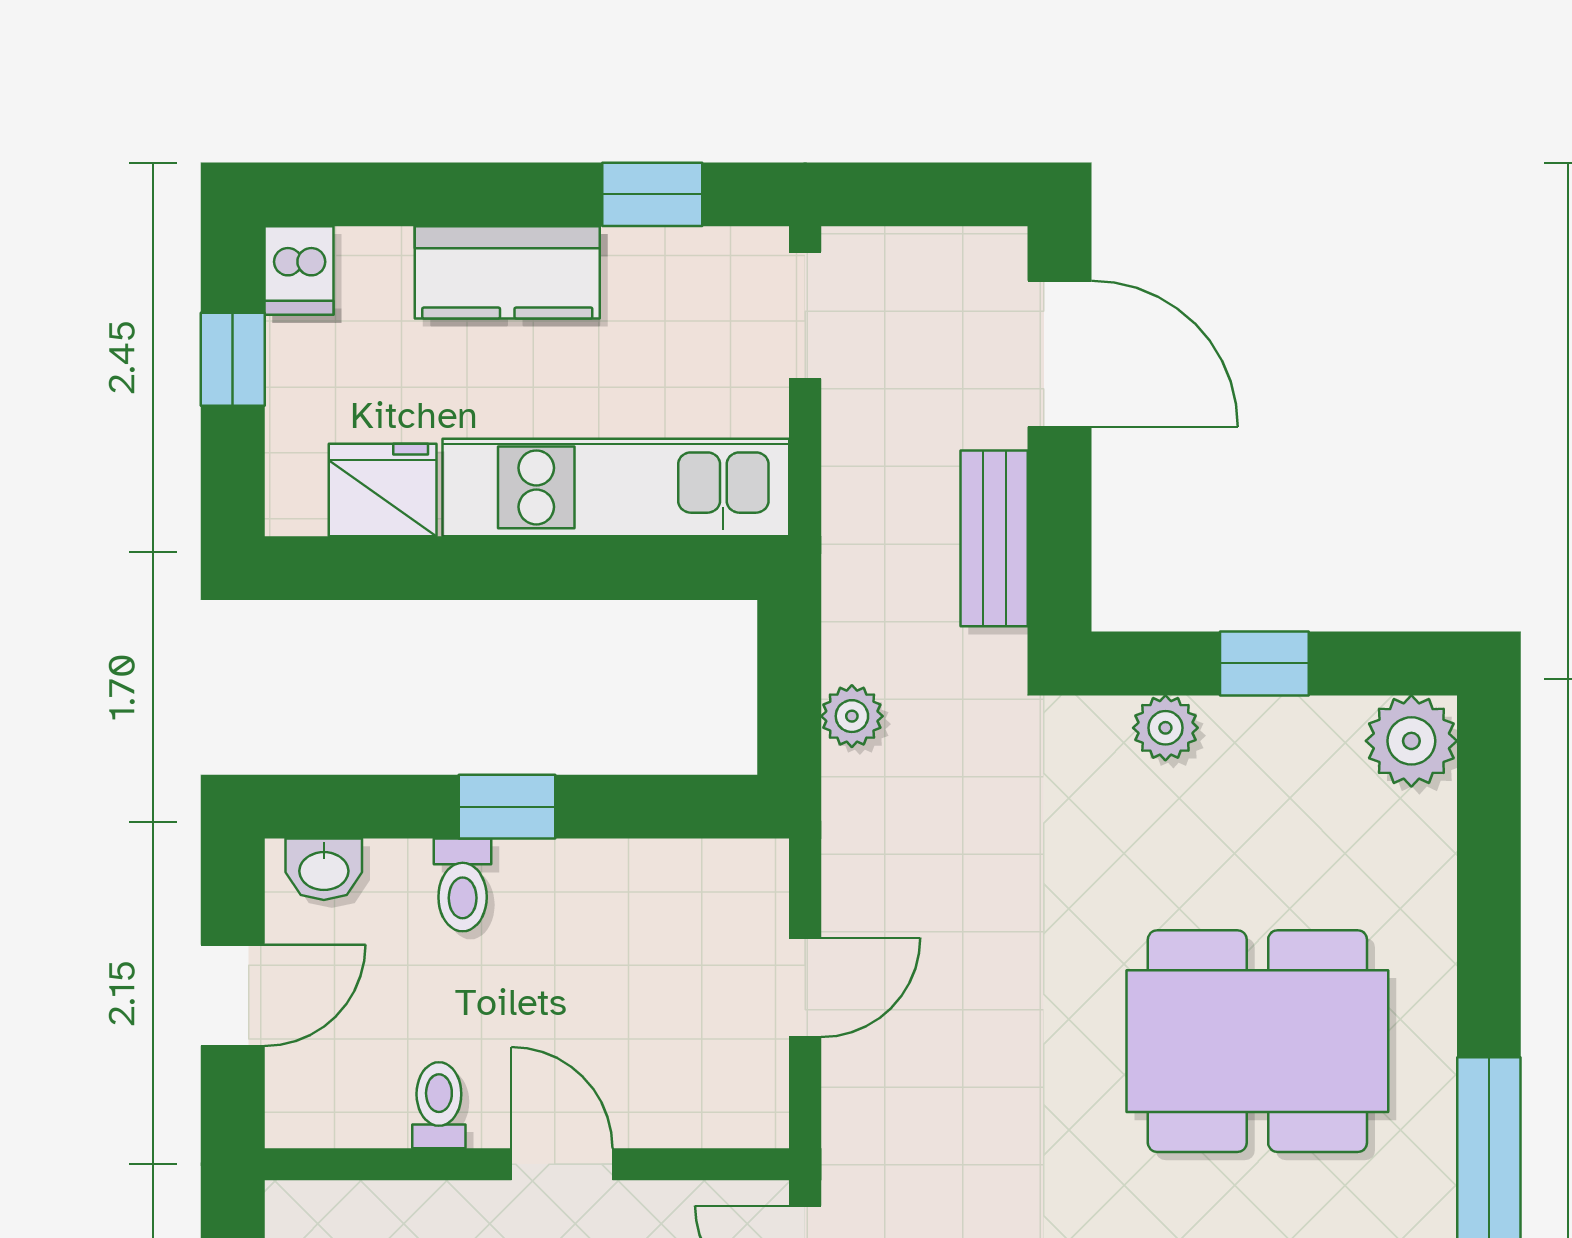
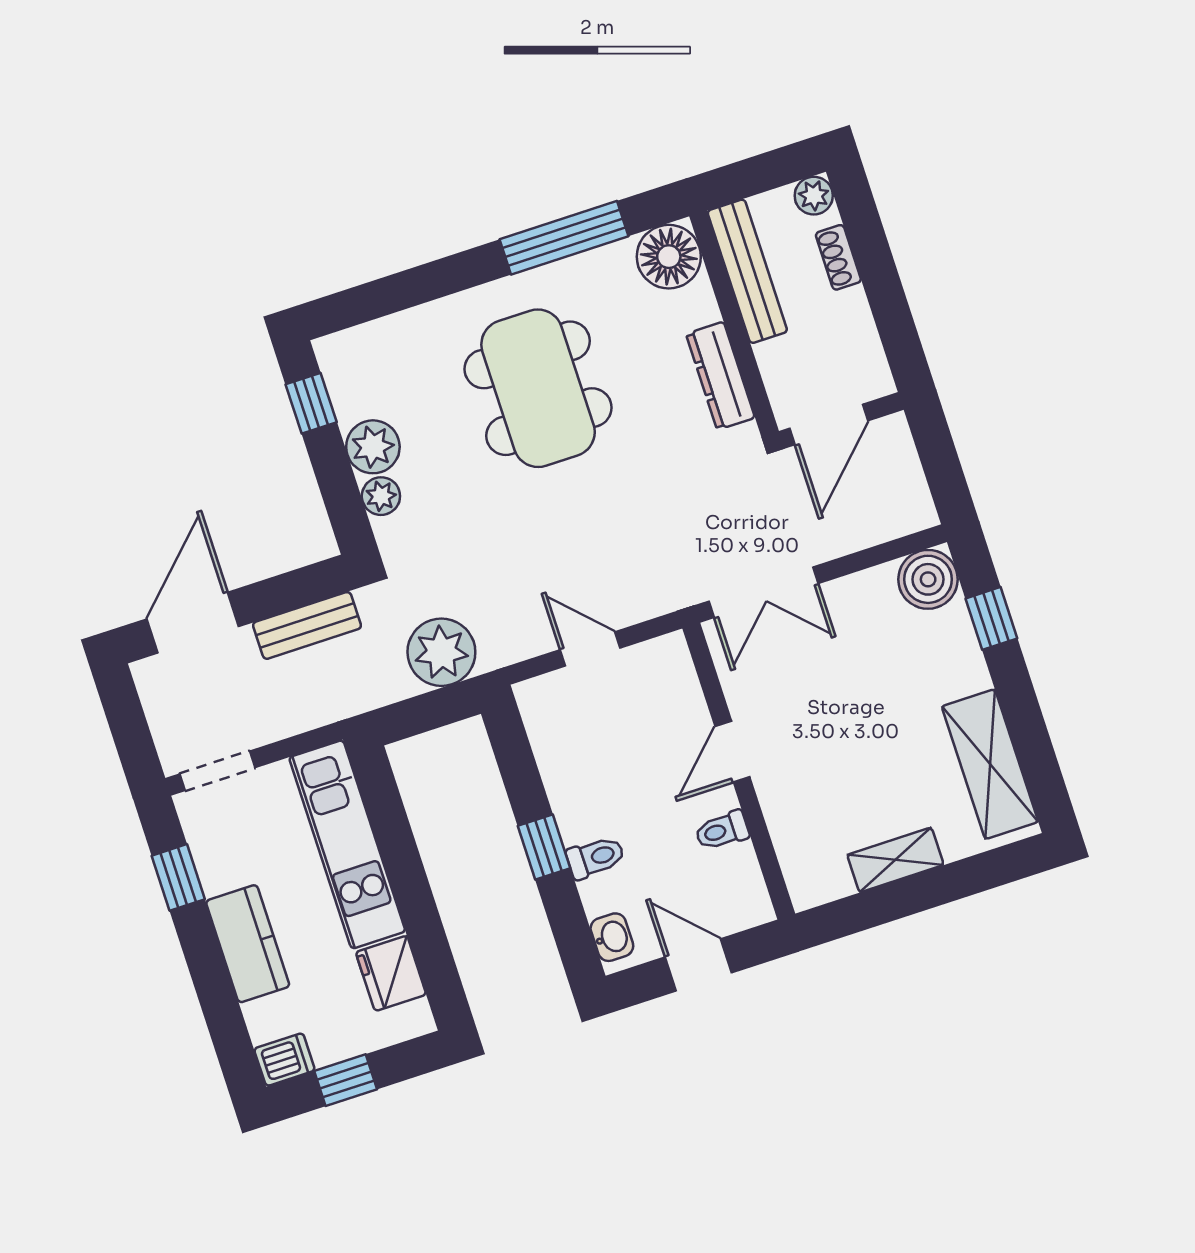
window: (1264, 663) -> (311, 403), moved
plant: (852, 716) -> (441, 652), width x1.88, depth x1.88
plant: (1411, 741) -> (373, 447), moved

